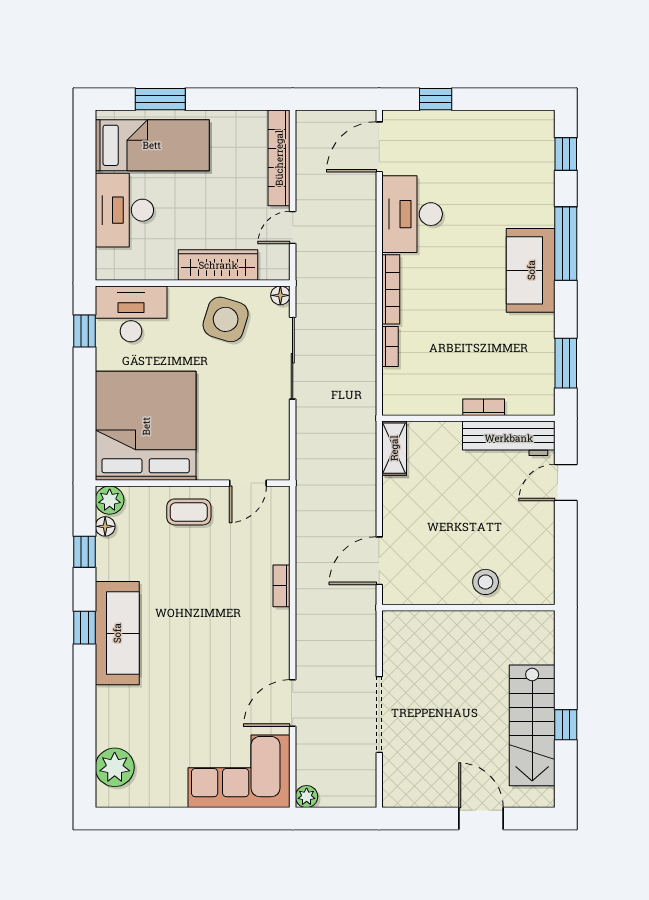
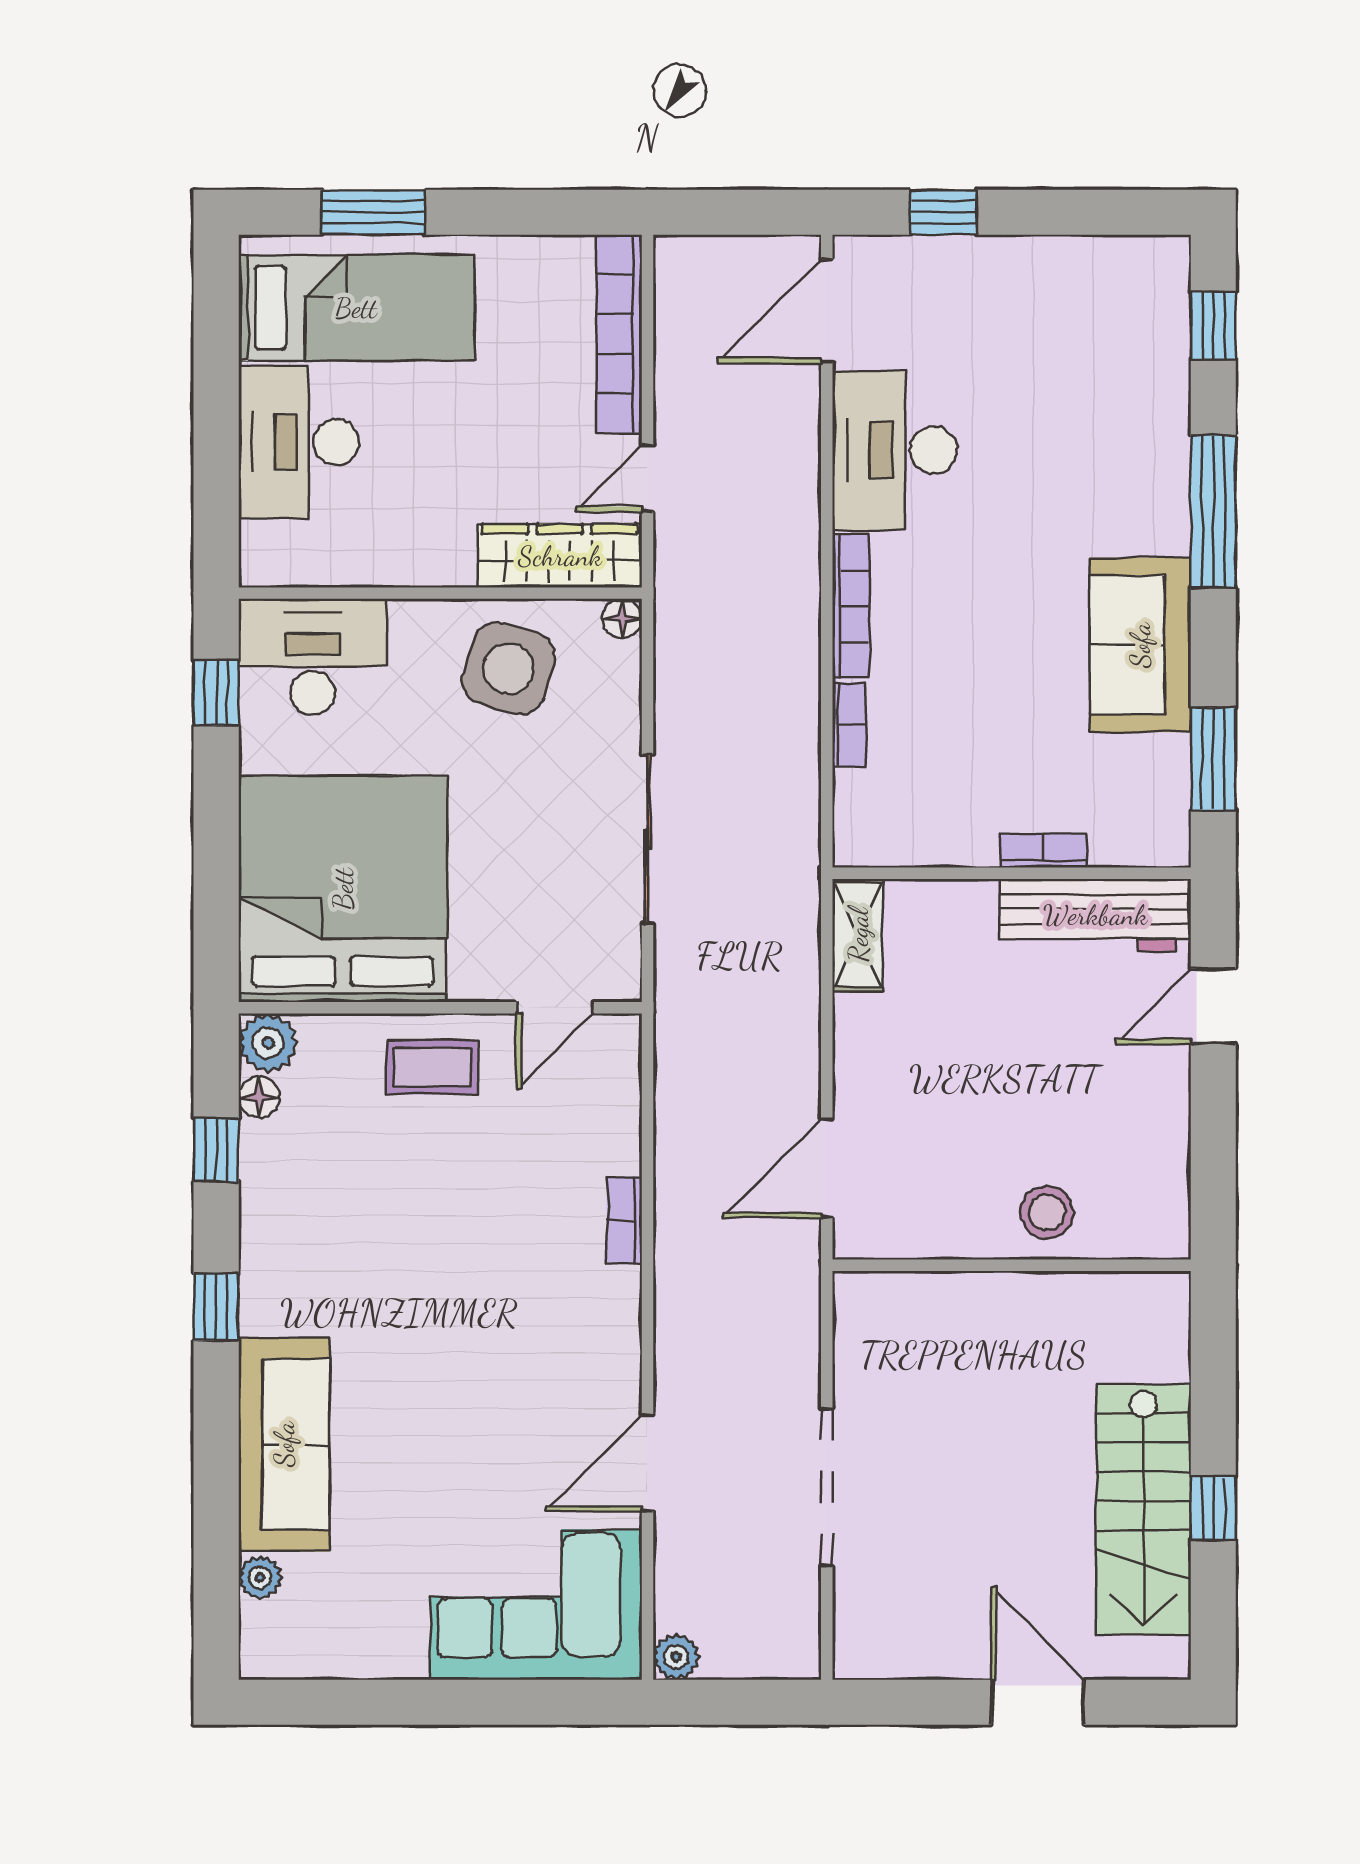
wardrobe: (218, 265) -> (560, 556), moved
sofa: (531, 270) -> (1140, 645), moved
sliding door: (293, 358) -> (647, 839), moved
sofa: (117, 633) -> (284, 1444), moved
plant: (115, 767) -> (260, 1577), width x0.53, depth x0.53

